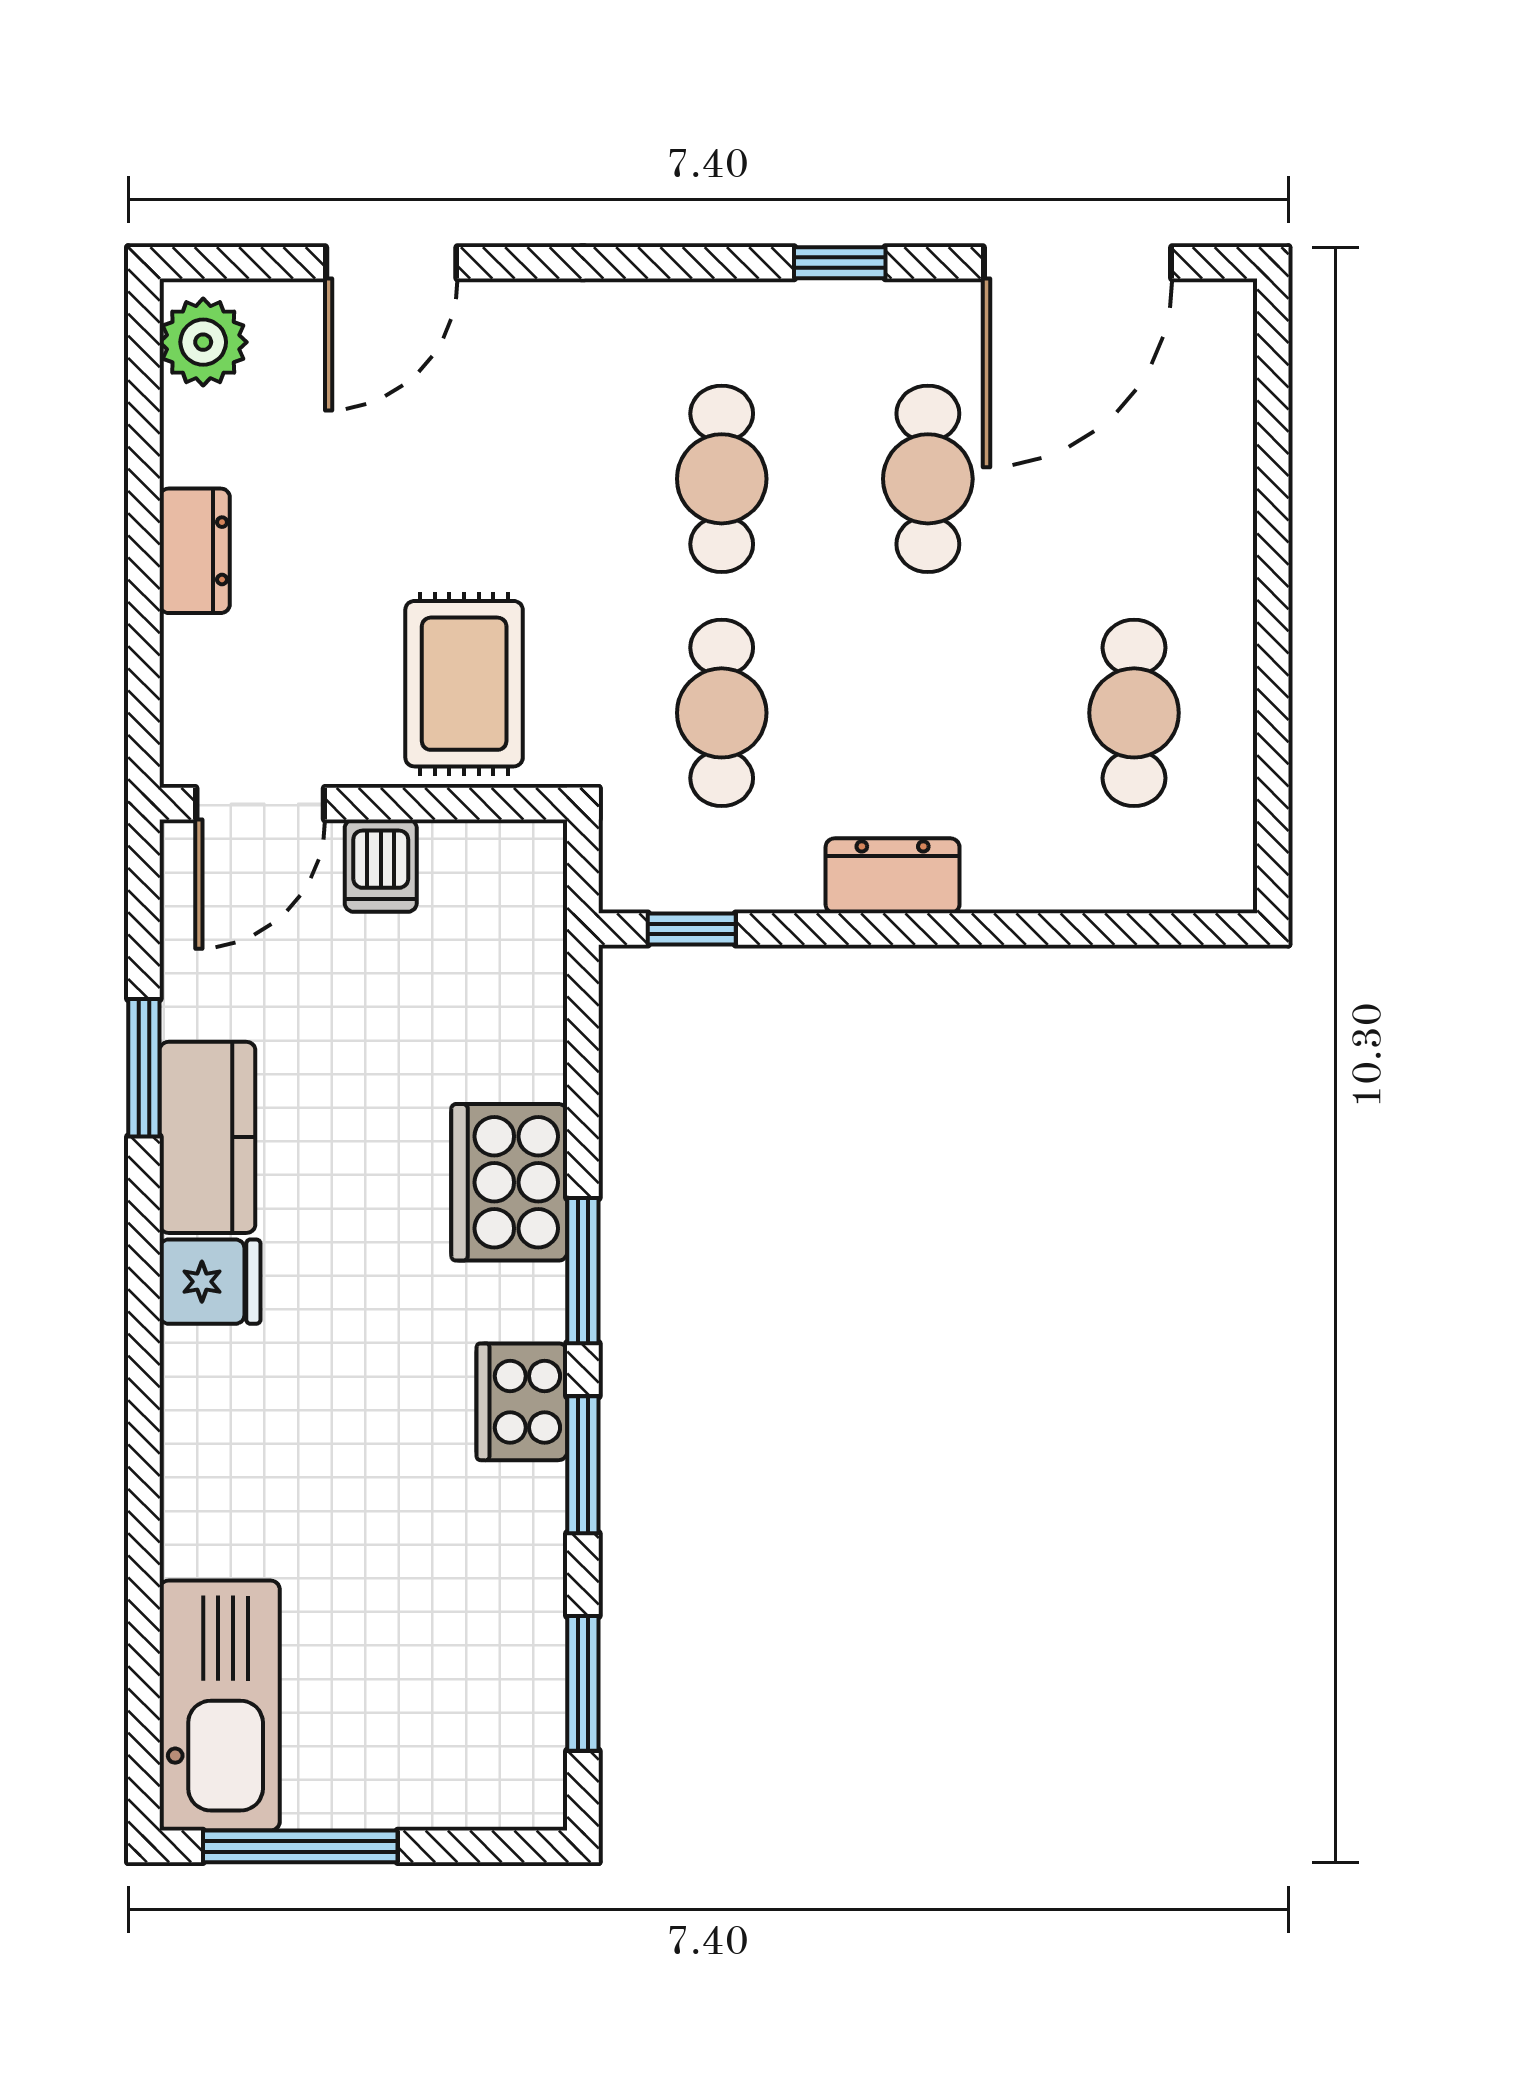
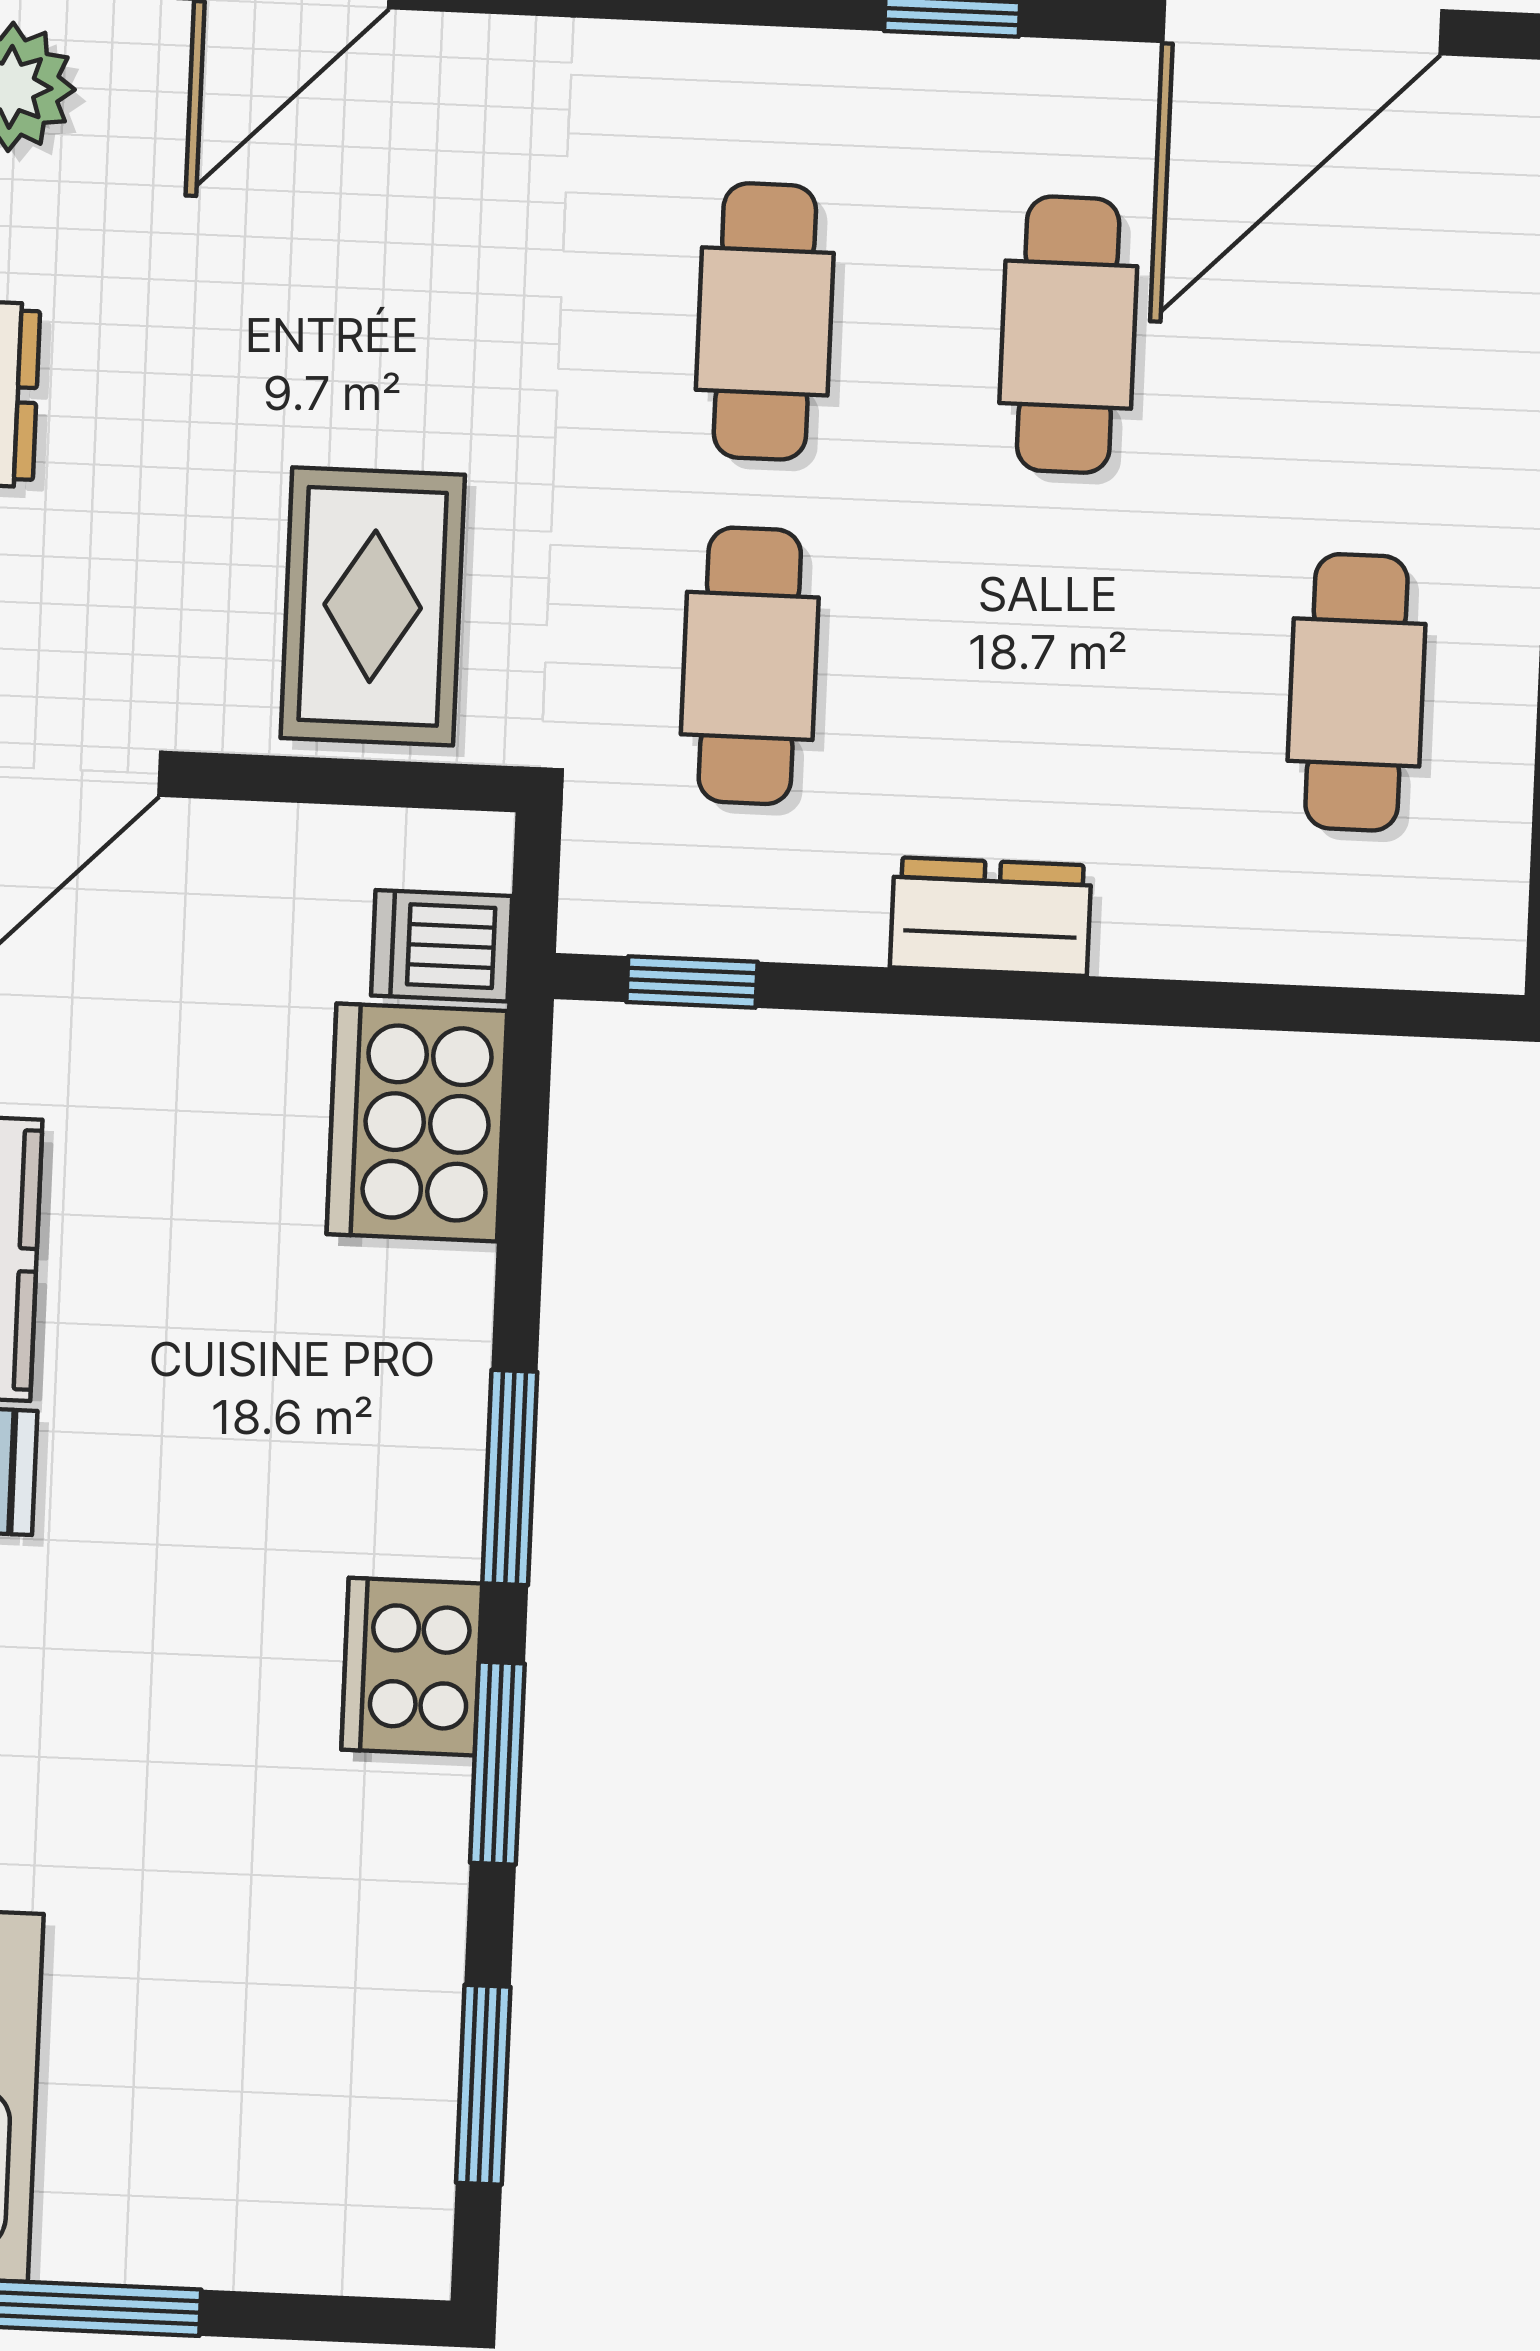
dishwasher: (381, 866) -> (442, 946), moved, turned 90
cooker: (509, 1182) -> (417, 1123), moved

